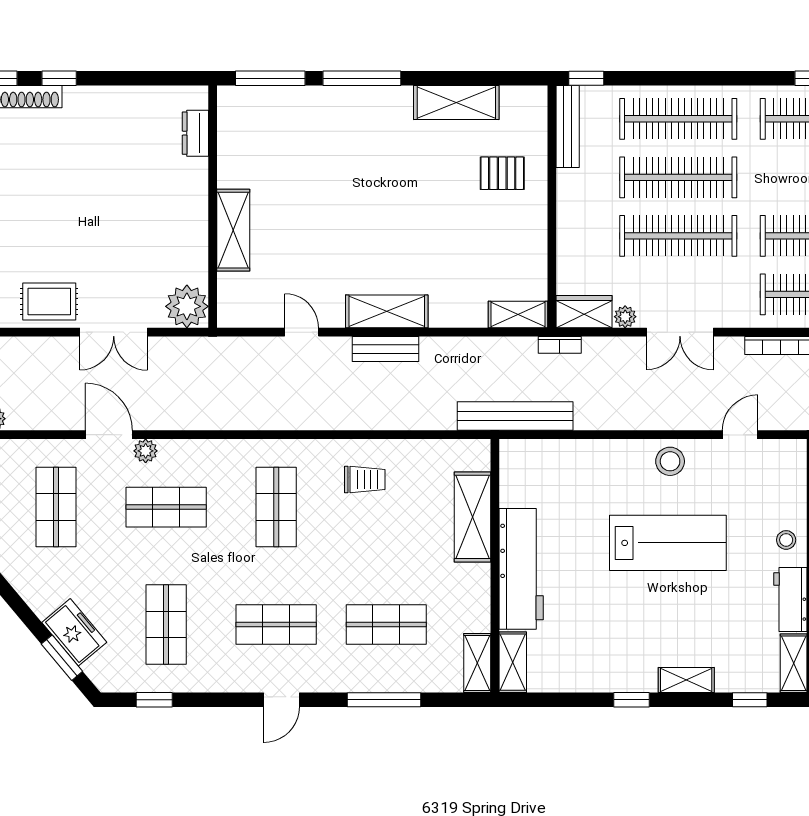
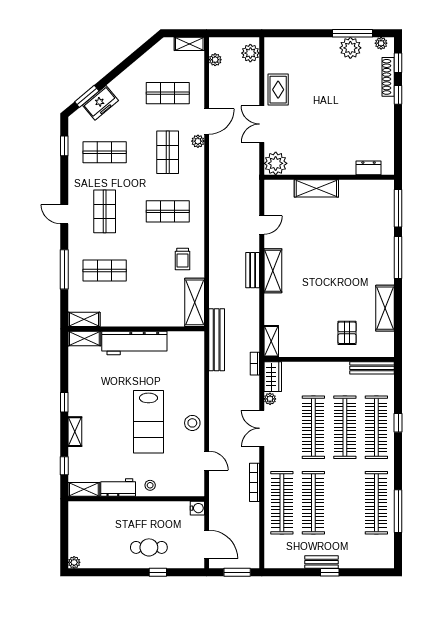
window: (586, 78) -> (398, 423), moved
shelving: (472, 517) -> (195, 302), moved, turned 90
shop shelf: (386, 625) -> (105, 271), turned 90

